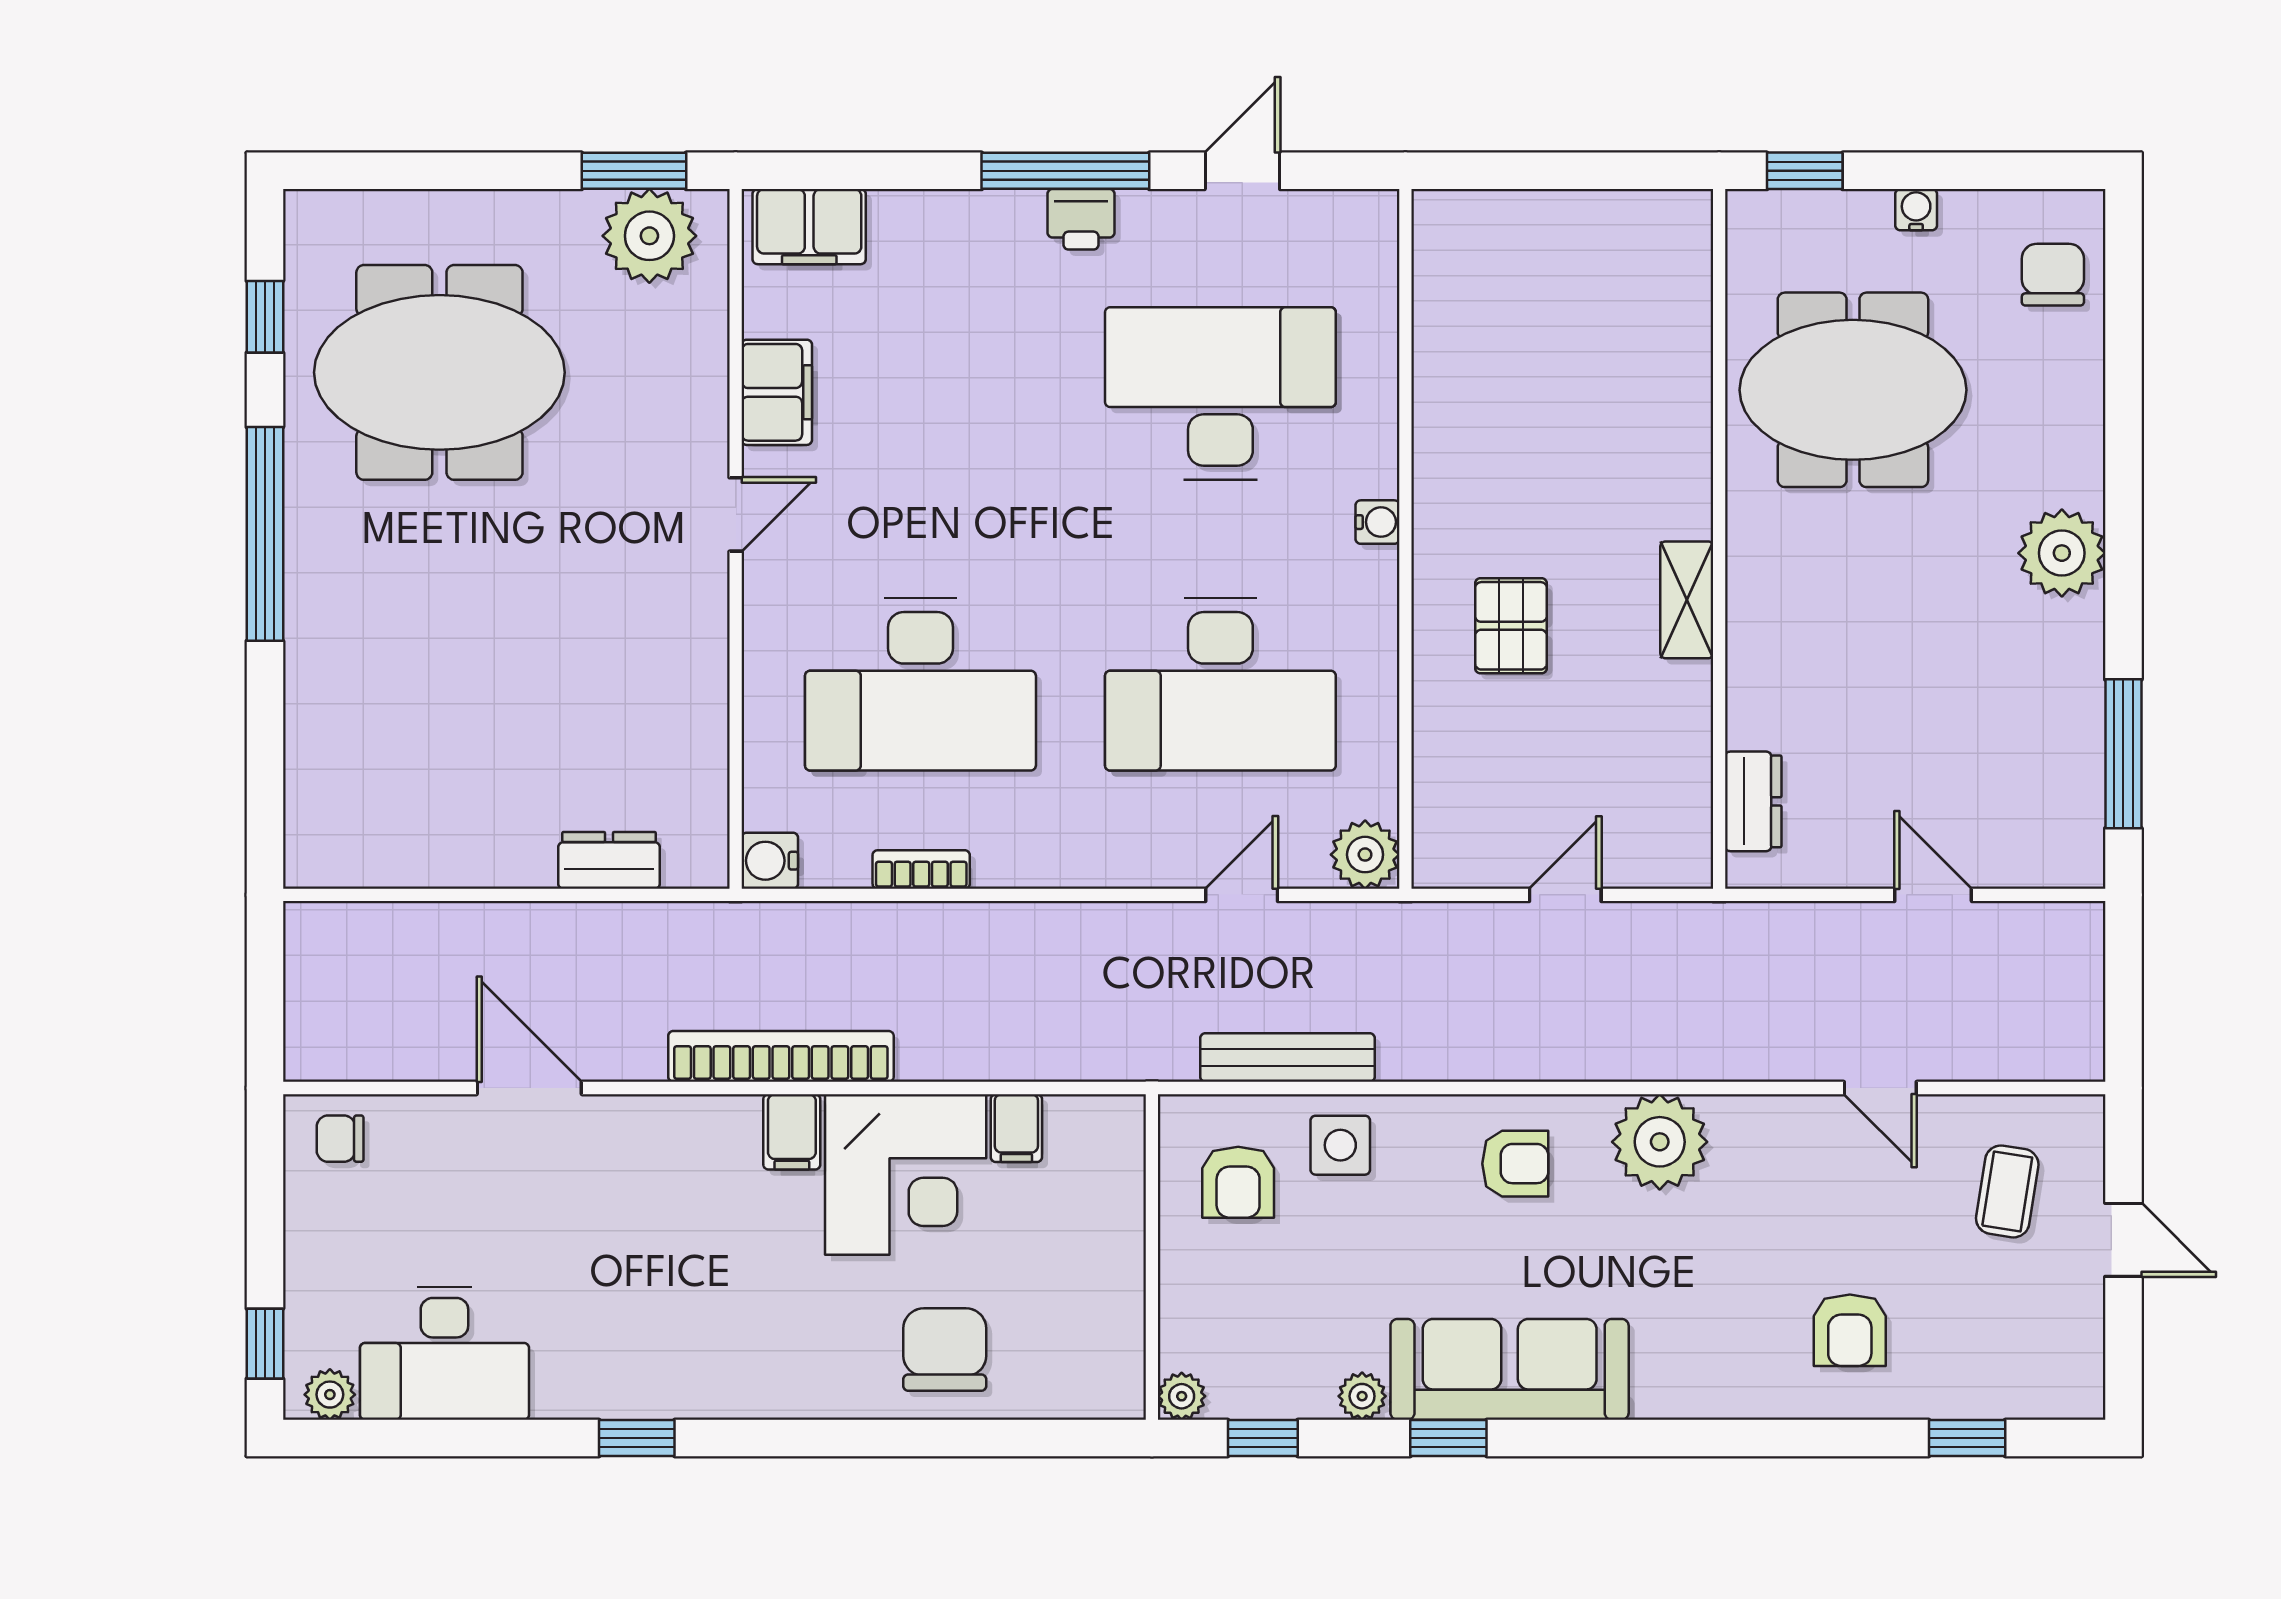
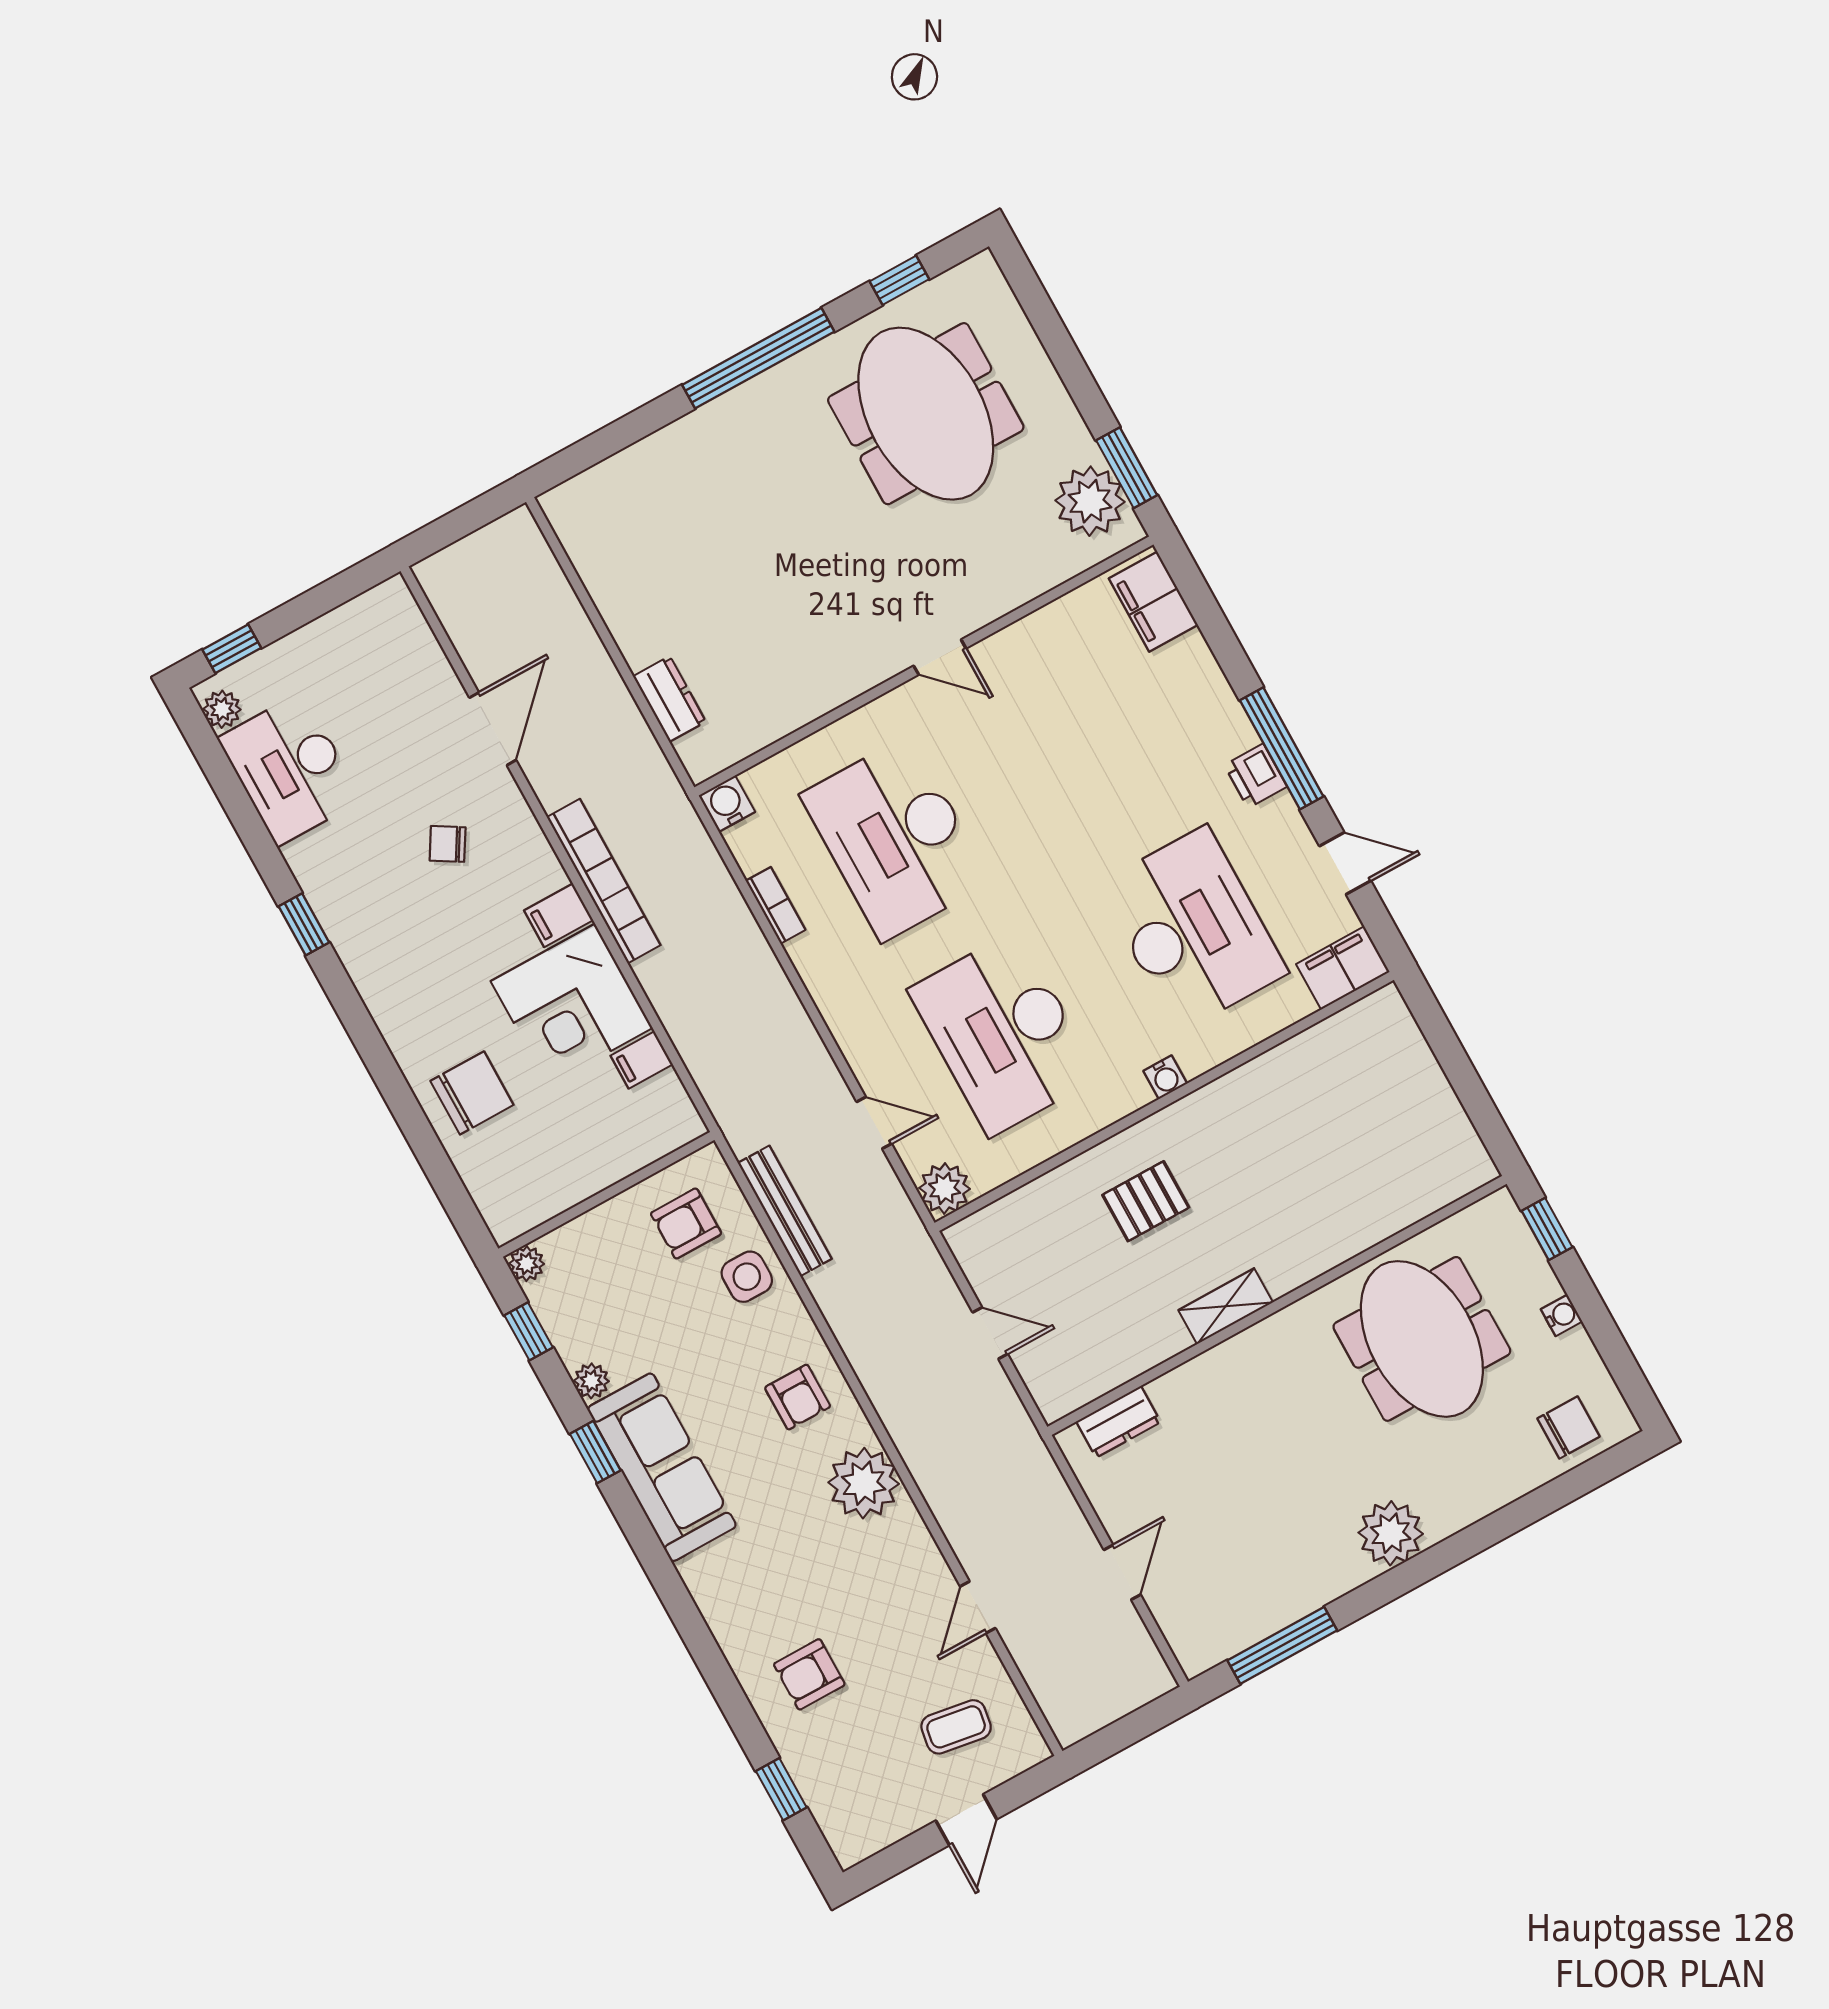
filing cabinet: (777, 392) -> (1343, 968), moved, turned 180
chair: (340, 1139) -> (448, 844), moved, turned -59

